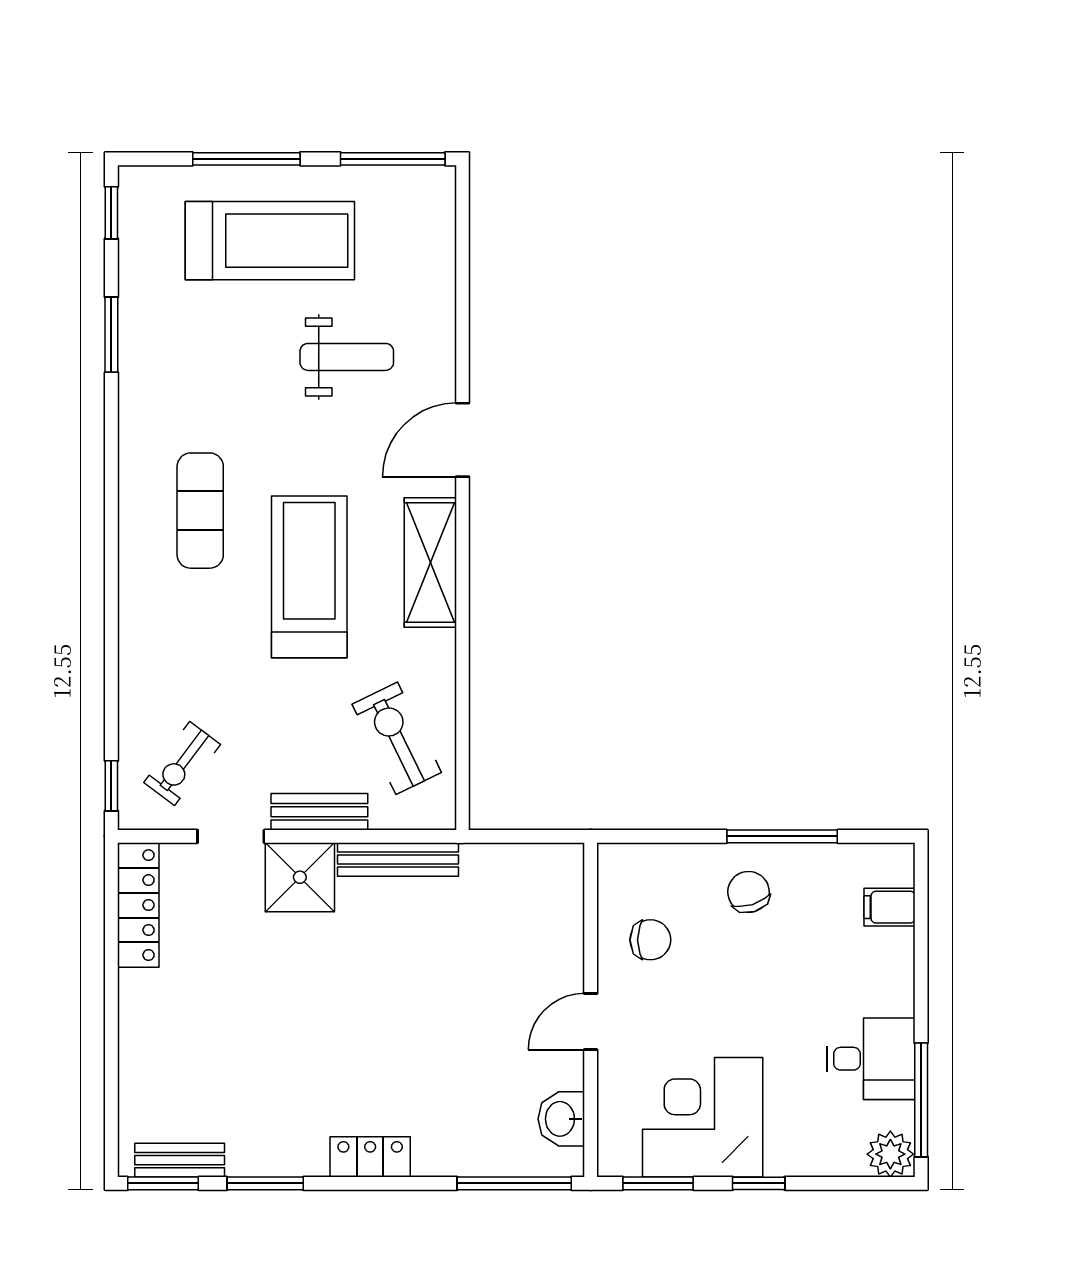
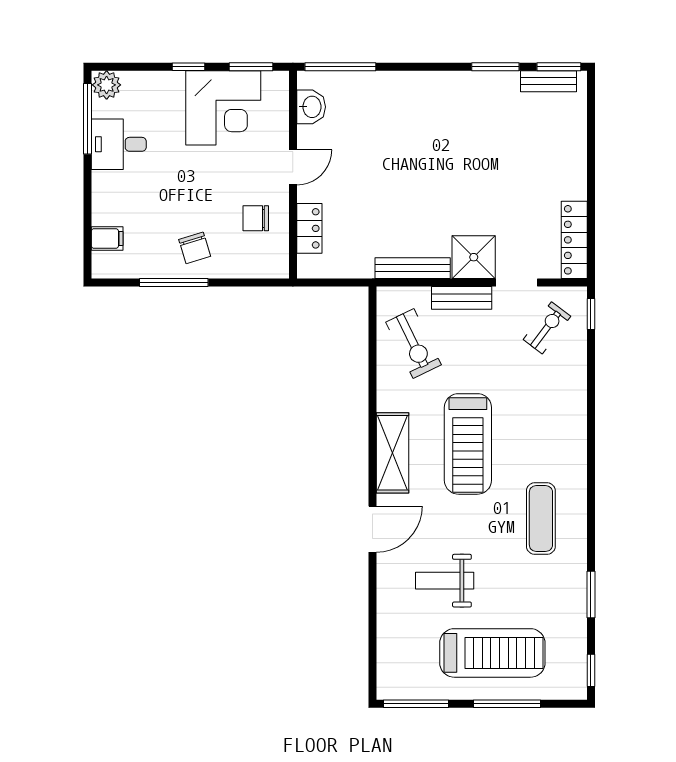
treadmill: (270, 241) -> (492, 653), turned 180
exercise mat: (200, 511) -> (541, 519), moved
locker: (370, 1157) -> (309, 228), moved, turned -90

